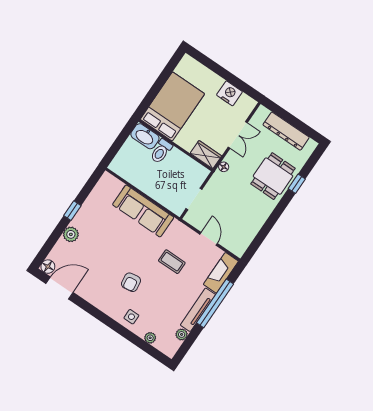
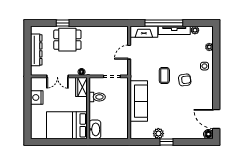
double door: (238, 135) -> (57, 76), swing flipped
toilet: (161, 151) -> (97, 97), moved
plant: (71, 234) -> (158, 134), moved
coffee table: (172, 262) -> (164, 76), moved

